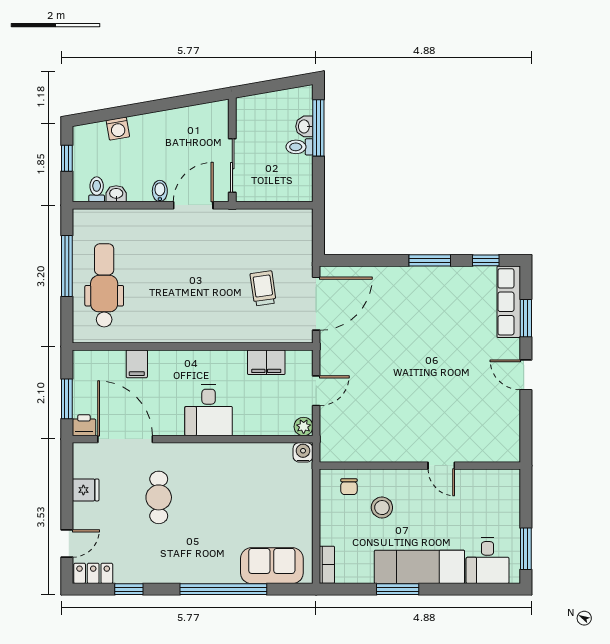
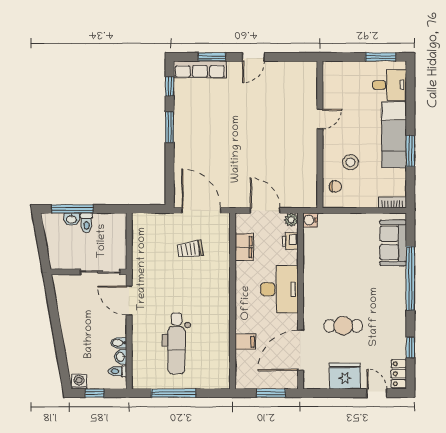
washing machine: (118, 129) -> (79, 382), moved, turned -80
bidet: (160, 191) -> (119, 343), moved
dental chair: (104, 285) -> (176, 343), moved, turned -90
door: (316, 391) -> (265, 210), width x1.38
desk: (209, 410) -> (279, 289), width x1.37
printer: (84, 425) -> (290, 241), moved
fridge: (86, 490) -> (345, 376), width x1.88, depth x1.34

